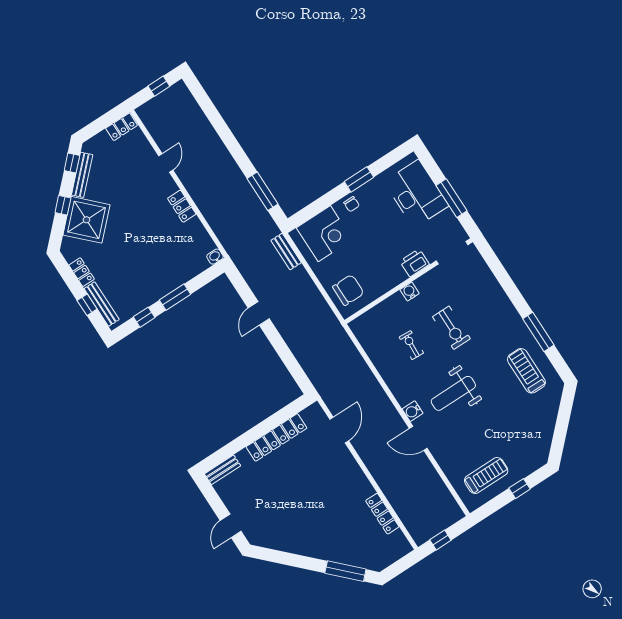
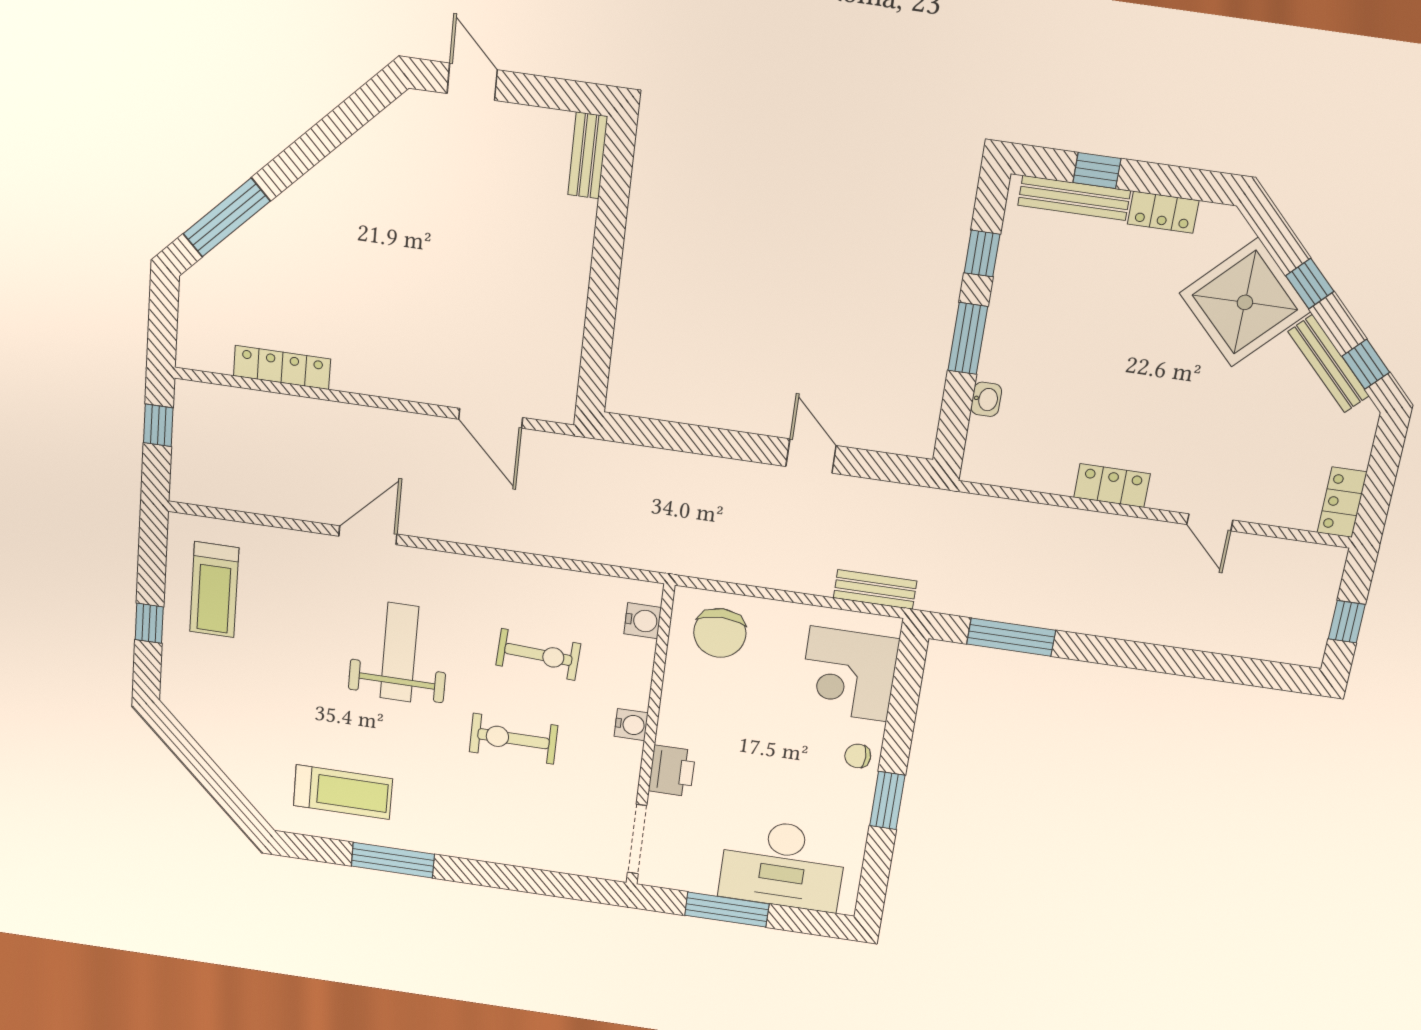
washbasin: (215, 257) -> (986, 399), moved
exercise bike: (411, 345) -> (538, 654), width x1.38, depth x1.39
water cooler: (413, 411) -> (643, 621), moved, turned 90
locker: (276, 437) -> (567, 301), removed

